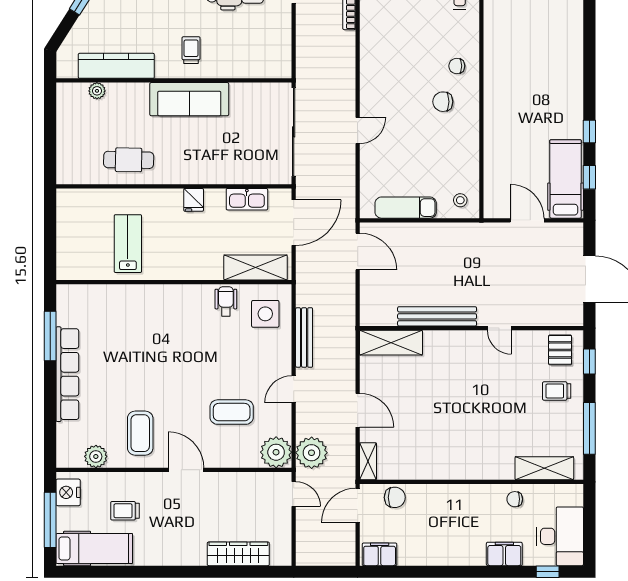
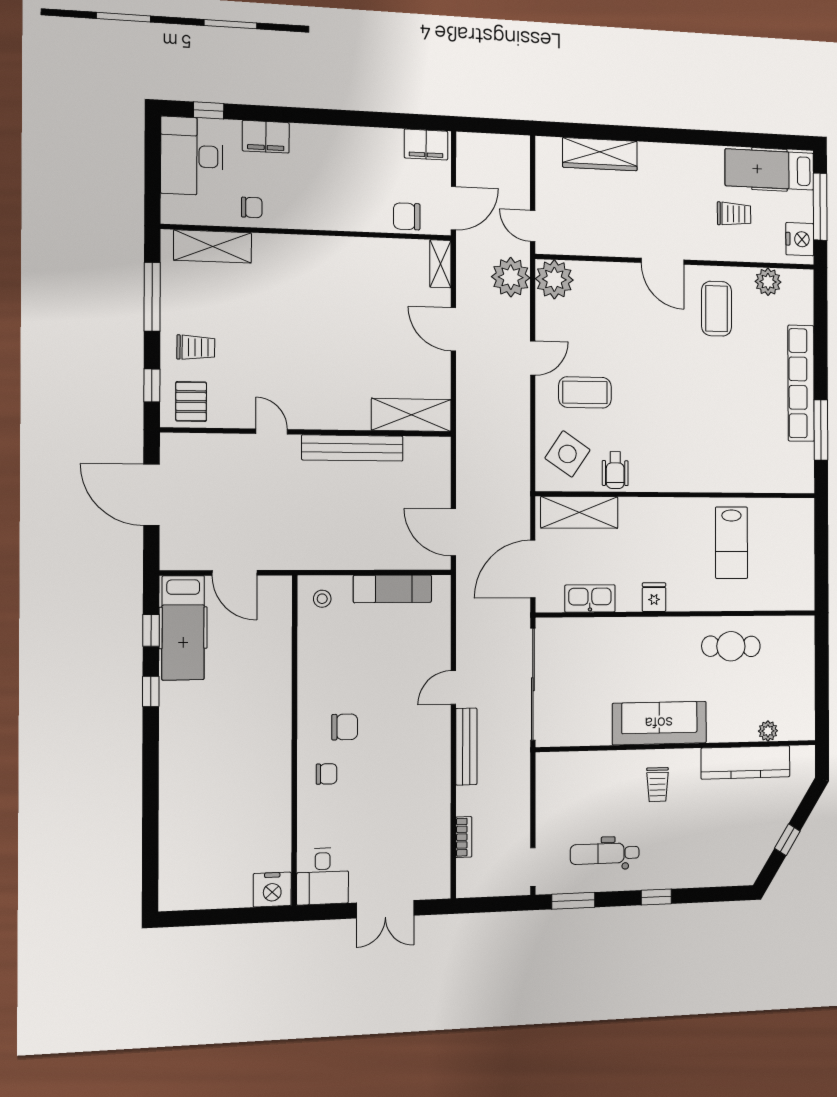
side table: (265, 314) -> (567, 454), turned 34
bench: (304, 337) -> (466, 747), moved
coffee table: (232, 412) -> (585, 392), moved

